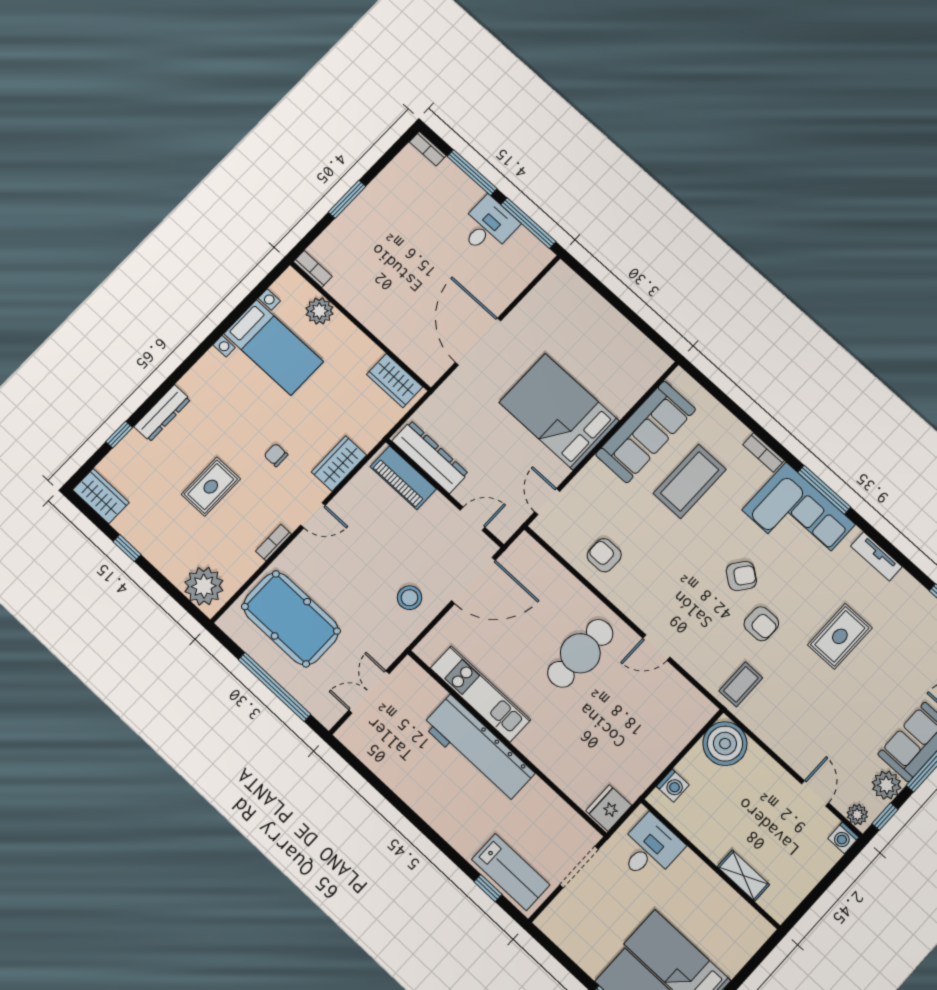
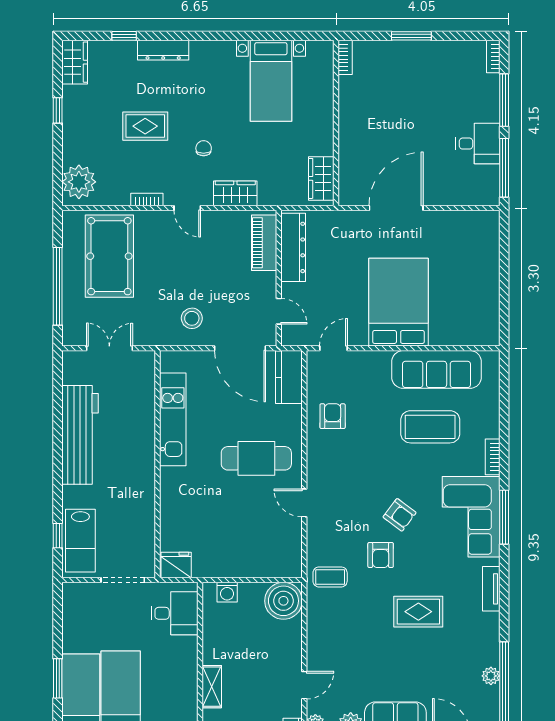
plant: (319, 311) -> (322, 88), removed
kitchen counter: (536, 562) -> (289, 377), added
workbench: (478, 749) -> (80, 435), moved, turned 180

